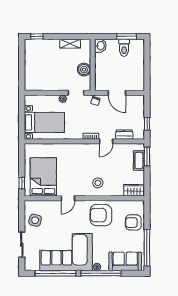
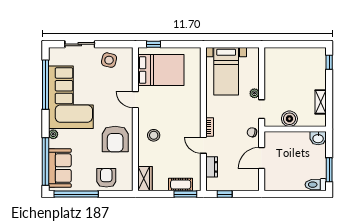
toilet: (124, 48) -> (316, 185), moved
armchair: (101, 215) -> (115, 139), turned 180
window: (101, 273) -> (45, 162), moved

